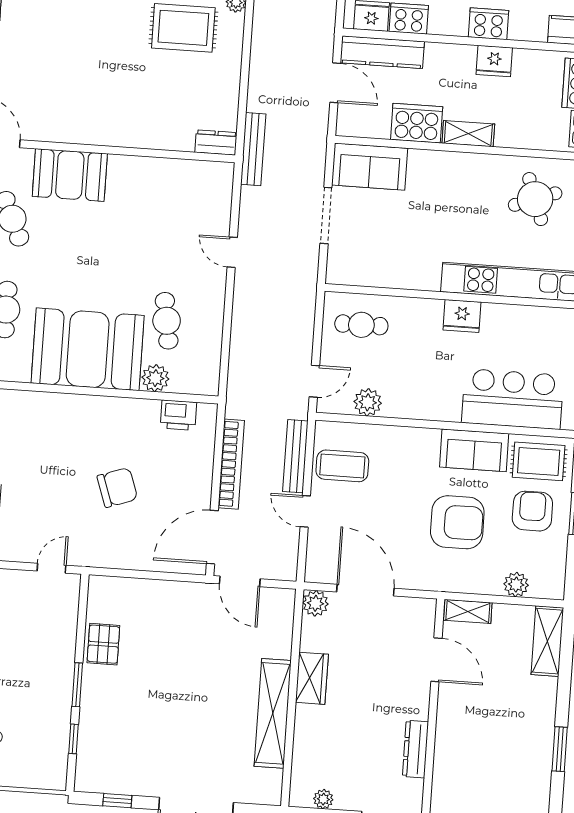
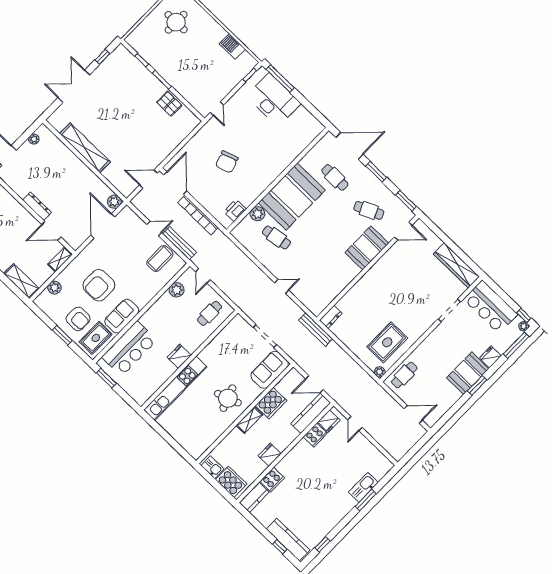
cooker: (488, 24) -> (272, 480), moved
round table: (535, 199) -> (228, 398), moved
door: (365, 590) -> (103, 226), swing flipped
wardrobe: (312, 678) -> (86, 175), removed
dresser: (415, 749) -> (37, 206), moved

